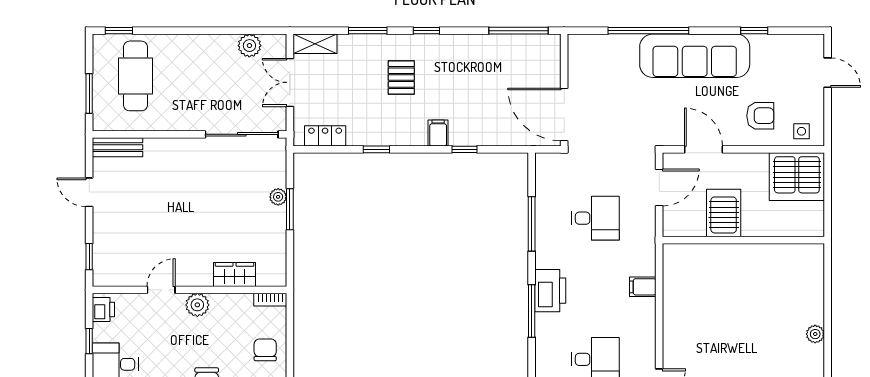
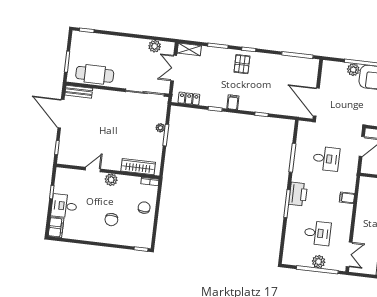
plant: (626, 46) -> (353, 70), added
cafe table: (135, 76) -> (95, 74), moved, turned 90
pallet: (401, 78) -> (242, 64), moved
filing cabinet: (438, 133) -> (233, 102), moved
door: (89, 192) -> (61, 114), width x1.88
wardrobe: (235, 275) -> (138, 167), width x1.50
printer: (103, 310) -> (61, 176), removed

